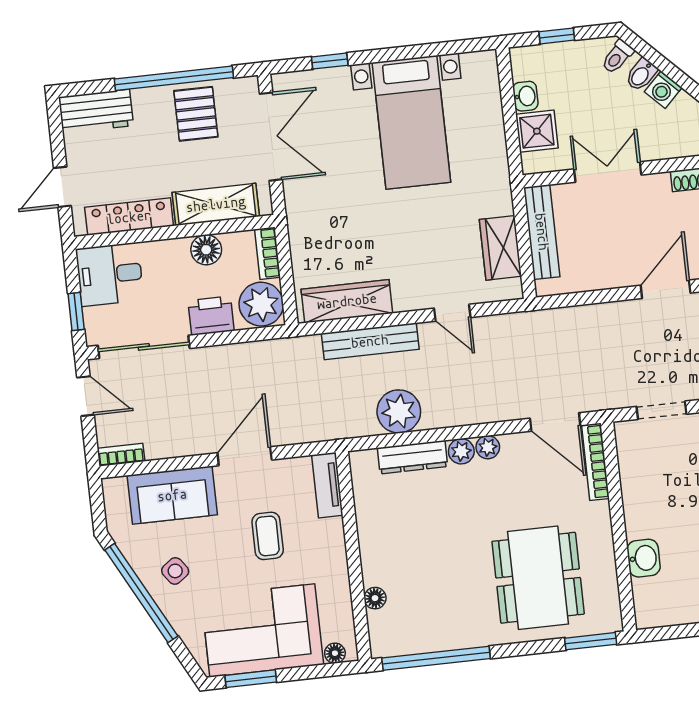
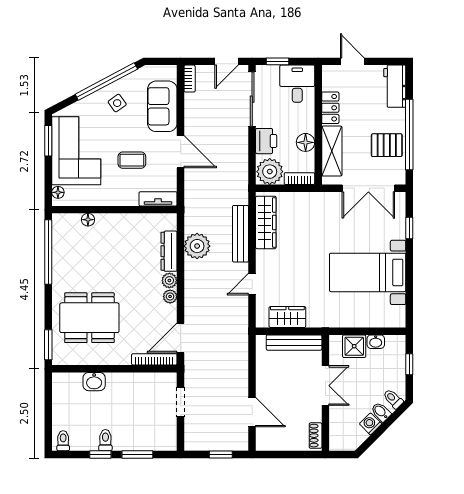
locker: (129, 217) -> (330, 108), width x0.66

